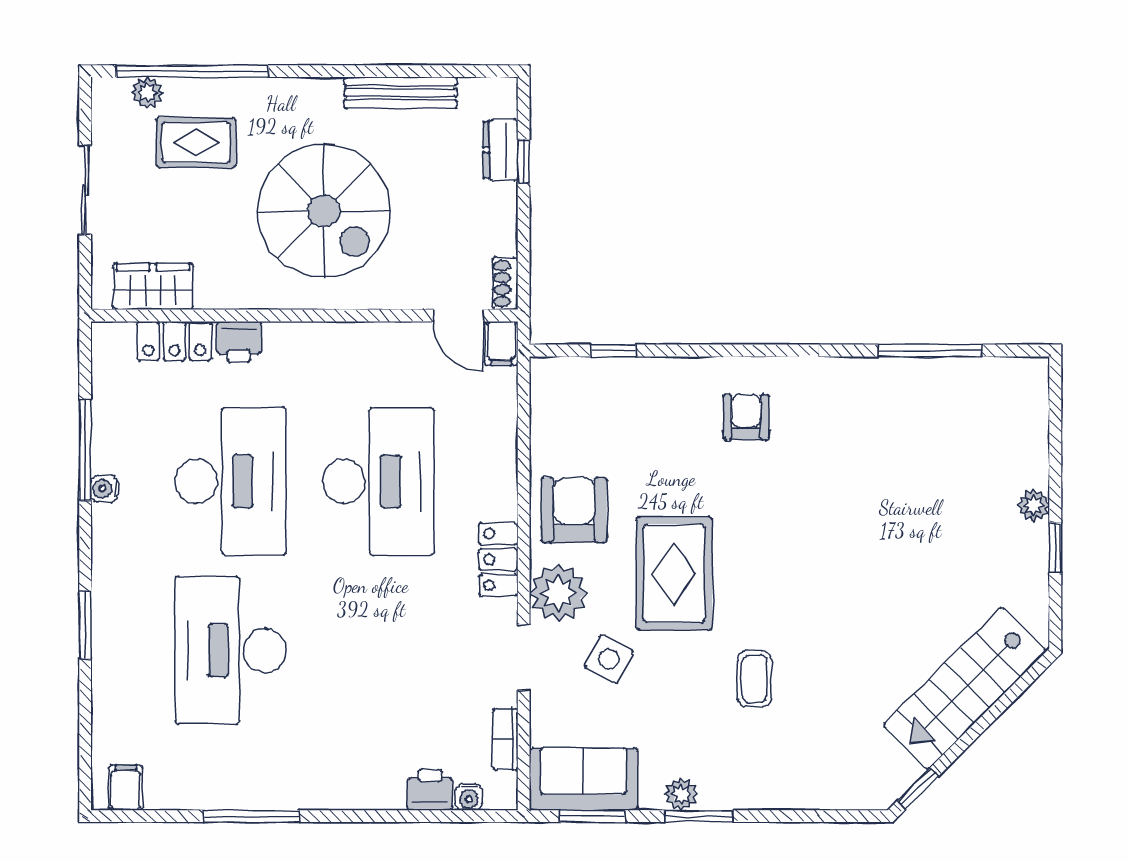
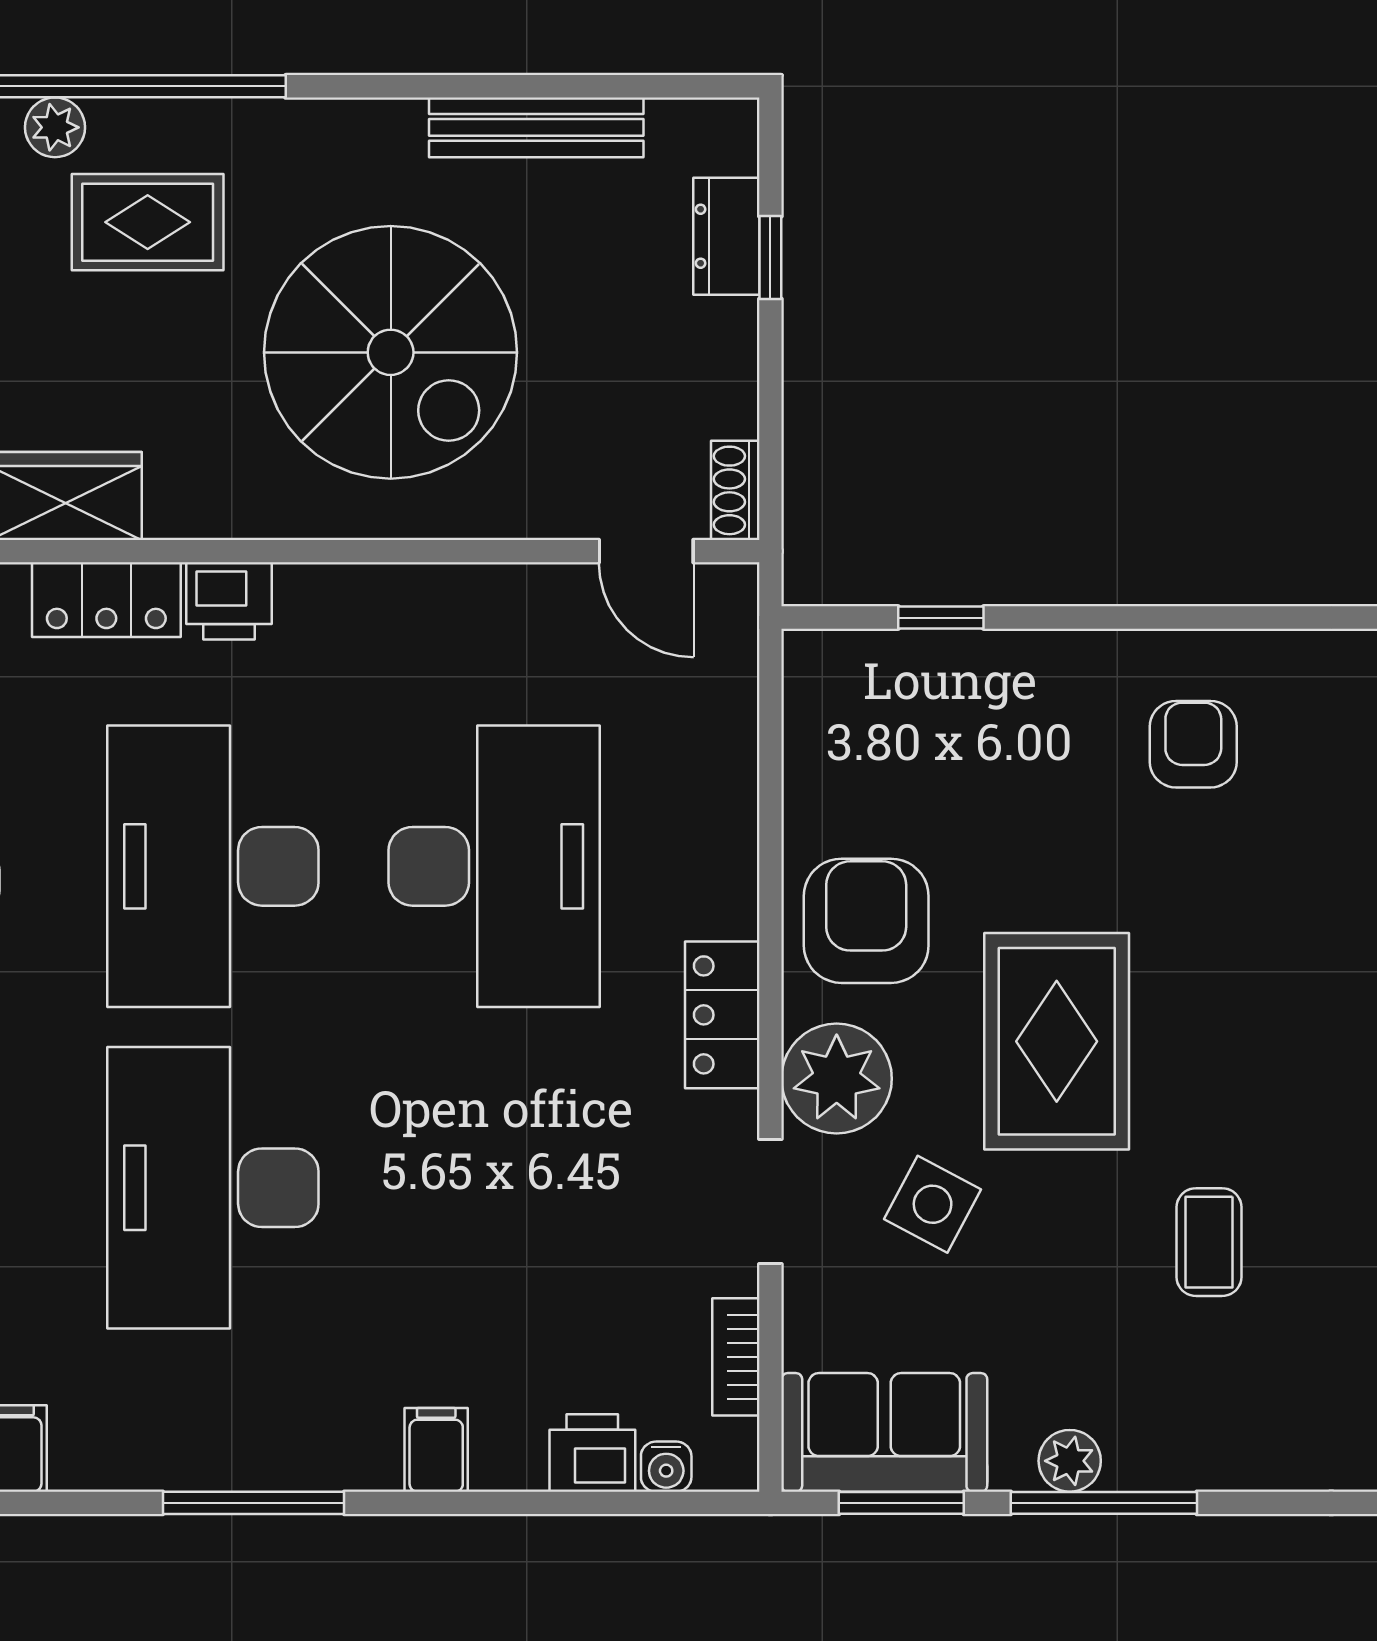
filing cabinet: (501, 343) -> (436, 1450), moved, turned 180
desk: (230, 481) -> (213, 866), turned 180
window: (699, 816) -> (1104, 1503), width x1.44

